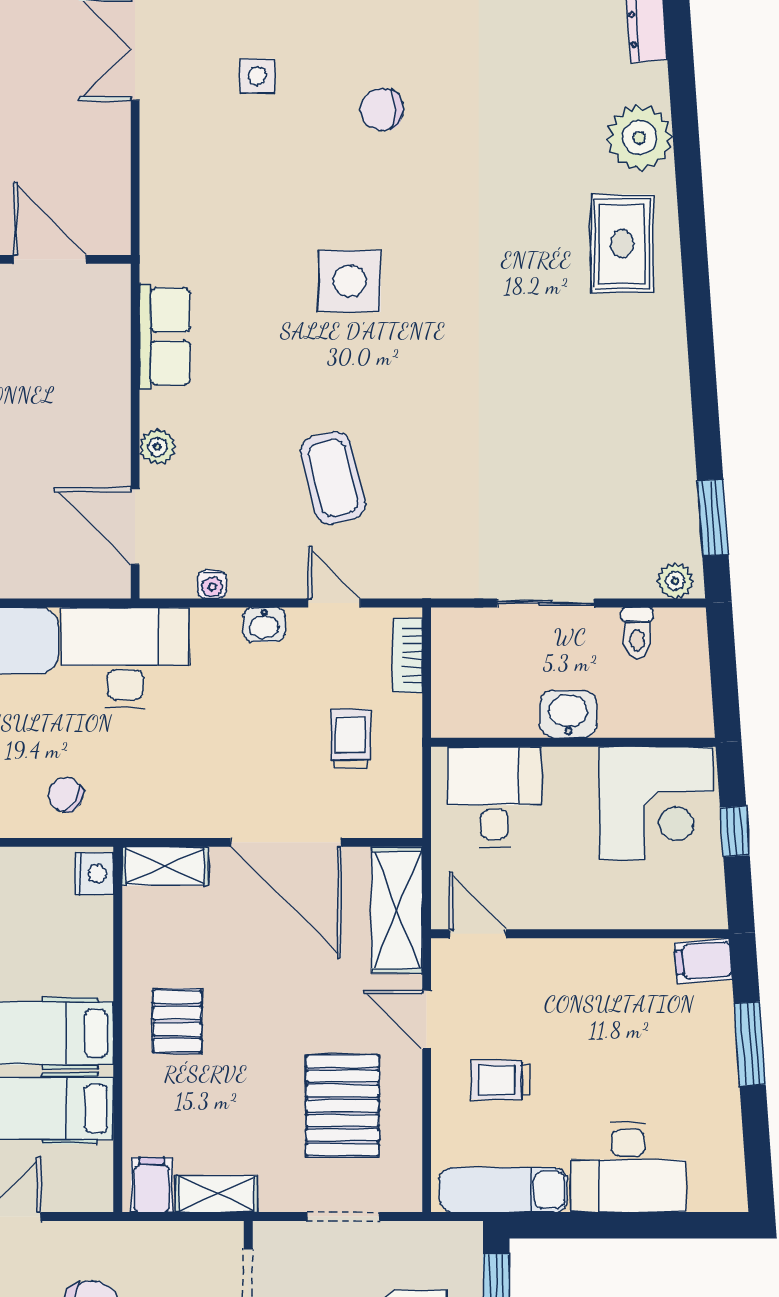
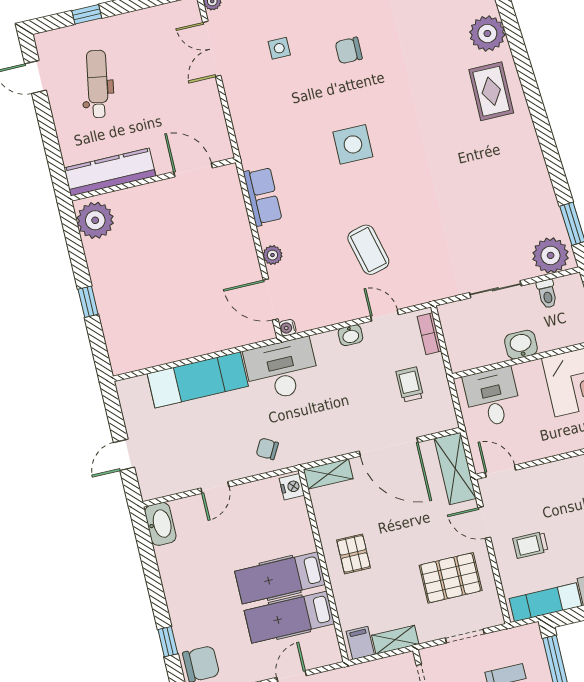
plant: (675, 581) -> (551, 255), width x1.87, depth x1.87
water cooler: (212, 584) -> (287, 328), moved, turned 90
pallet: (342, 1106) -> (451, 578), turned 90

